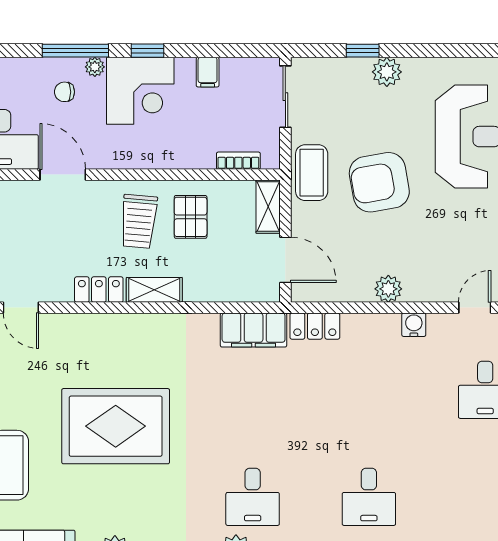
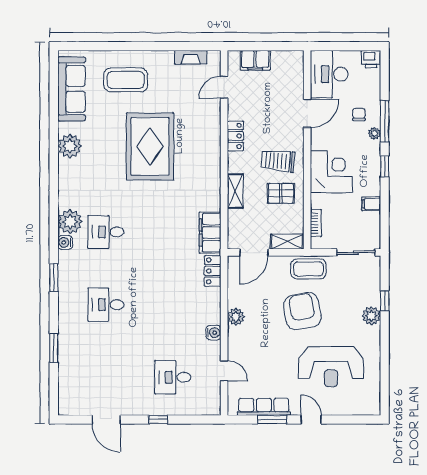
corner desk: (140, 91) -> (331, 172), moved, turned 180
shelving: (154, 290) -> (235, 191), moved

